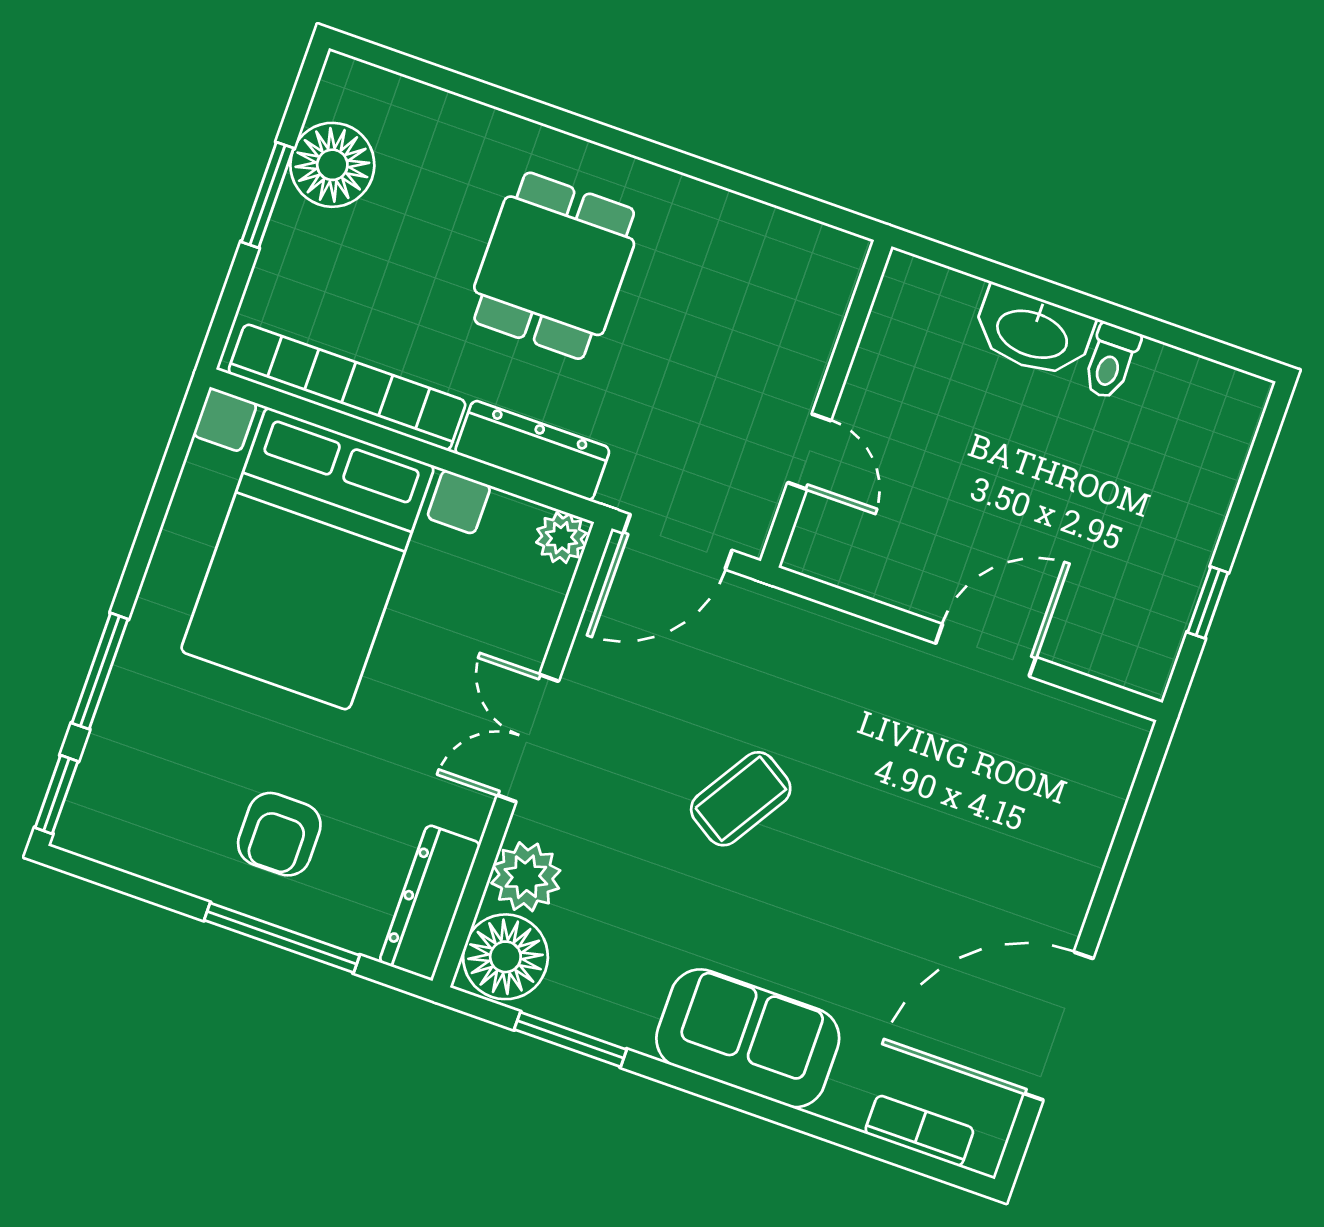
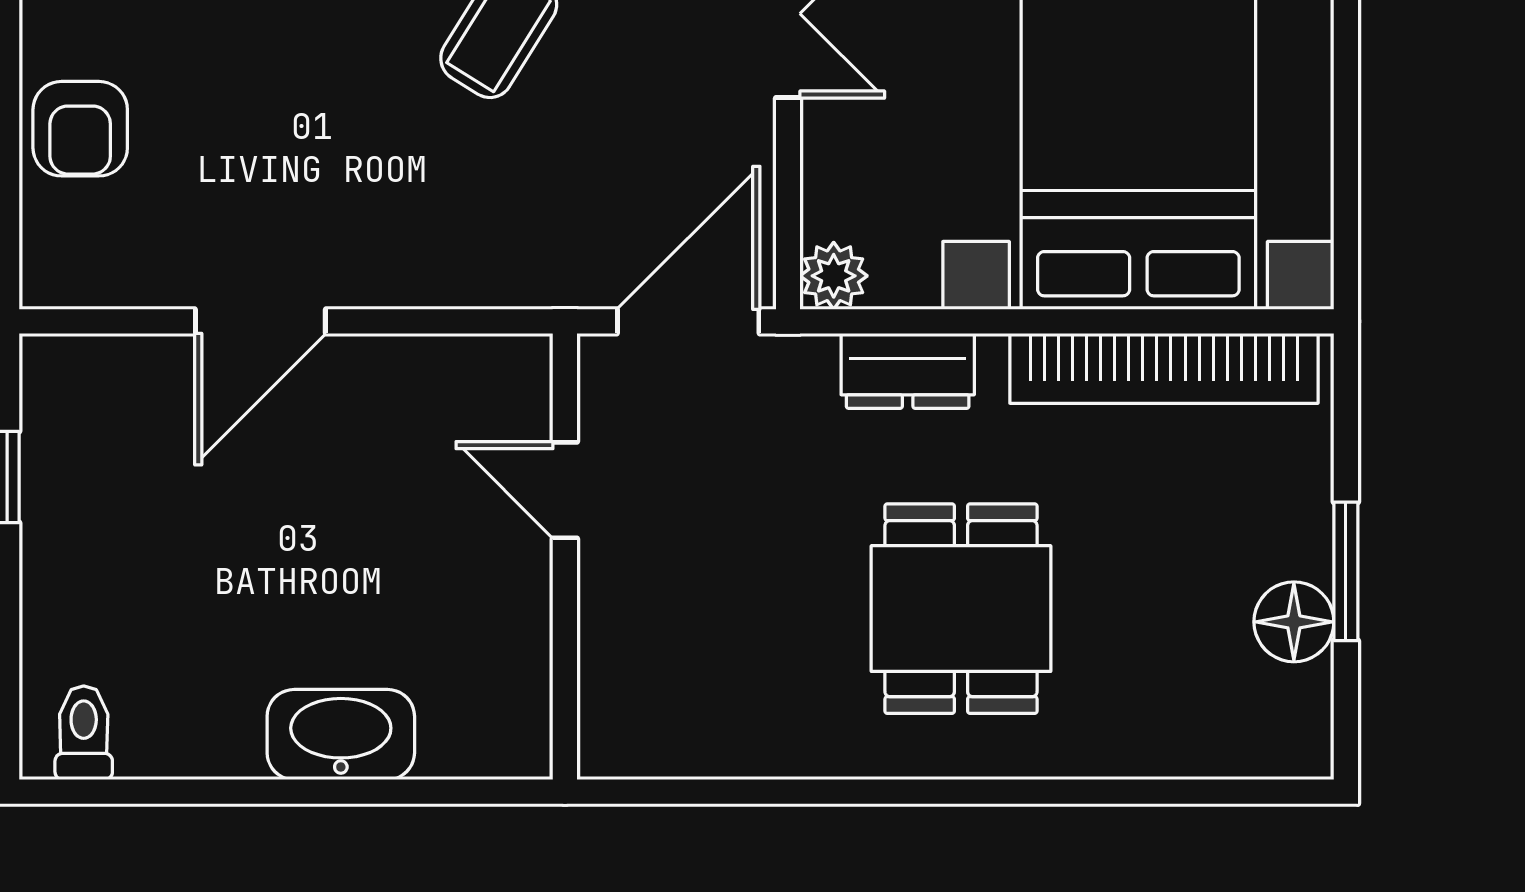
floor lamp: (332, 165) -> (1294, 622), width x0.73, depth x0.73
toilet: (1111, 361) -> (84, 733), moved
dresser: (532, 451) -> (908, 371), width x0.70
armchair: (1067, 835) -> (80, 129), added

